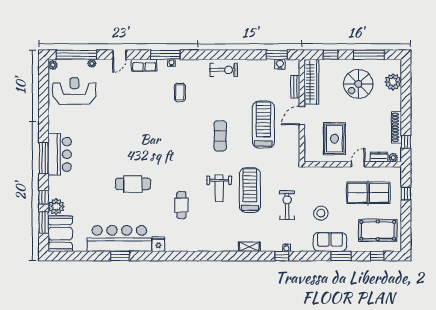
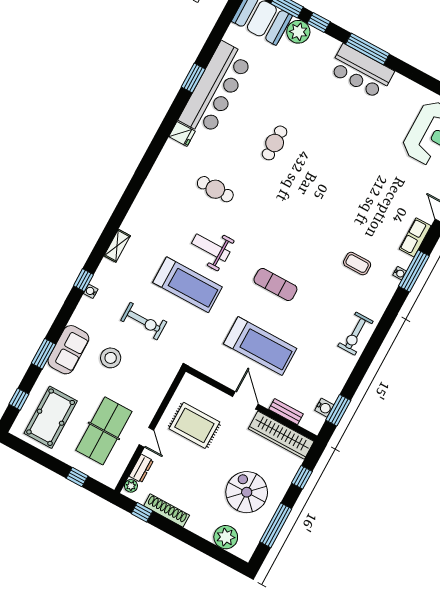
cafe table: (133, 184) -> (275, 143), width x0.73, depth x0.74

